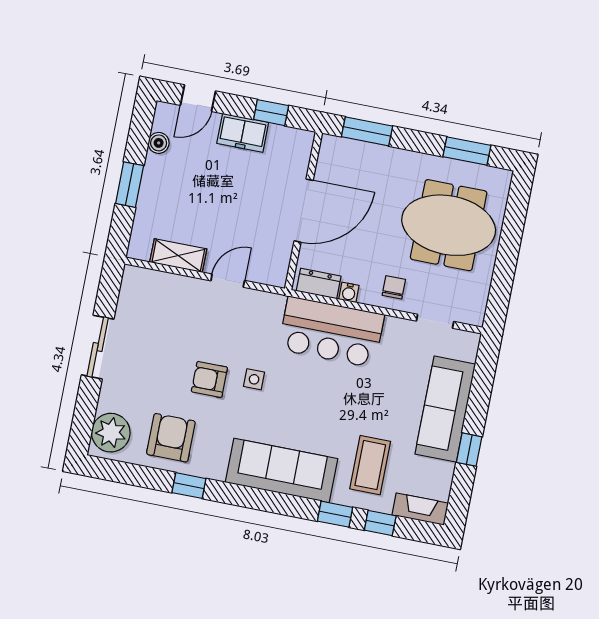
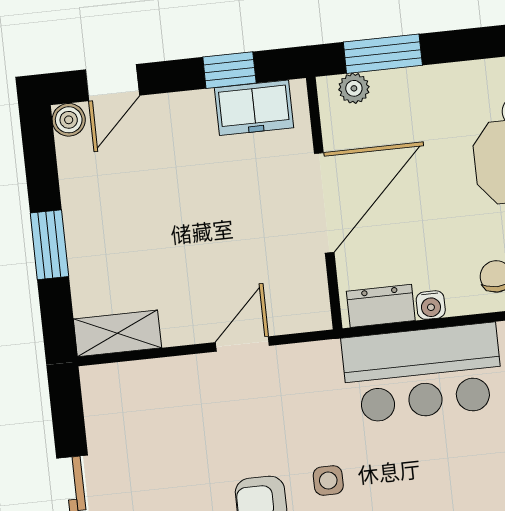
freezer: (243, 133) -> (254, 108), moved
boiler: (159, 143) -> (69, 120), moved
plant: (343, 147) -> (354, 88), added
shelving: (178, 256) -> (117, 333), moved

